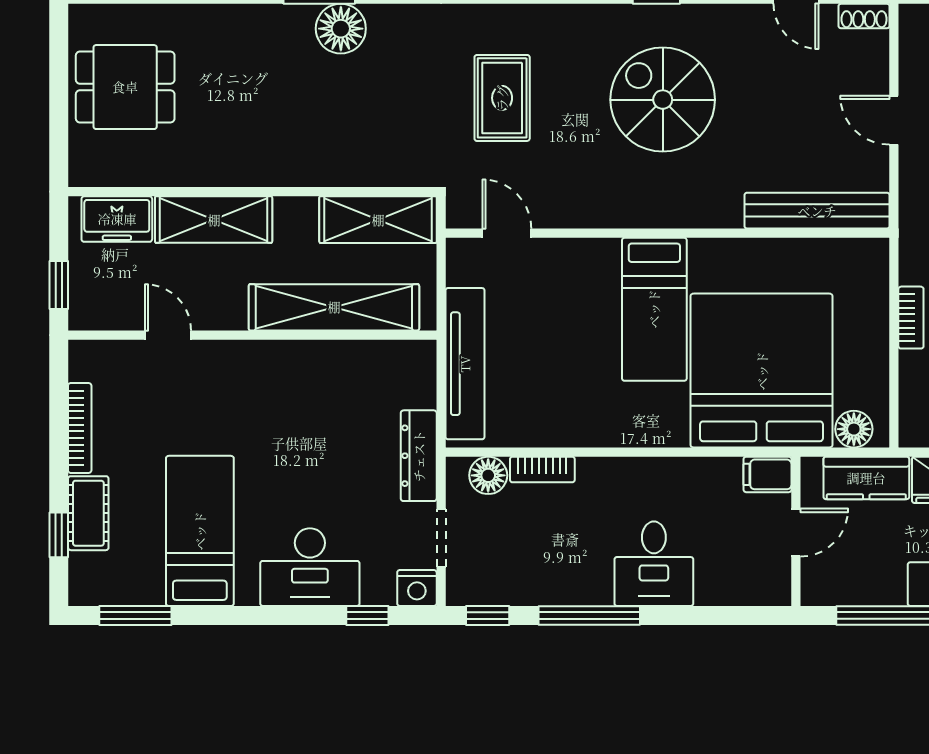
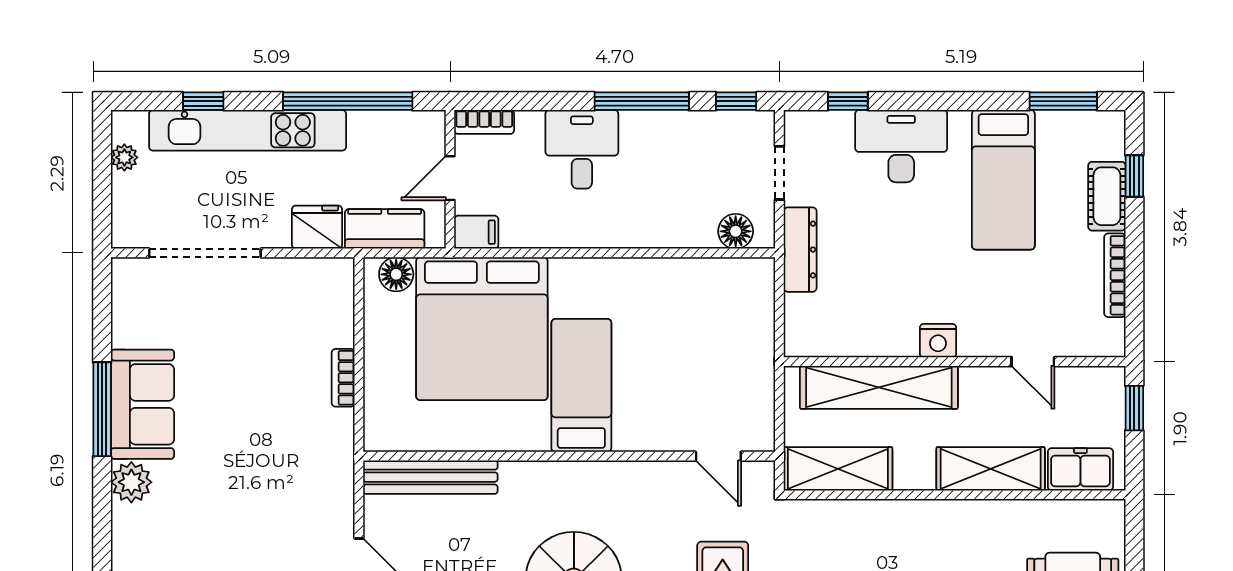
tv unit: (465, 364) -> (757, 335), removed
bookcase: (542, 469) -> (484, 122), moved, turned 180
nightstand: (417, 588) -> (938, 341), moved, turned 180

